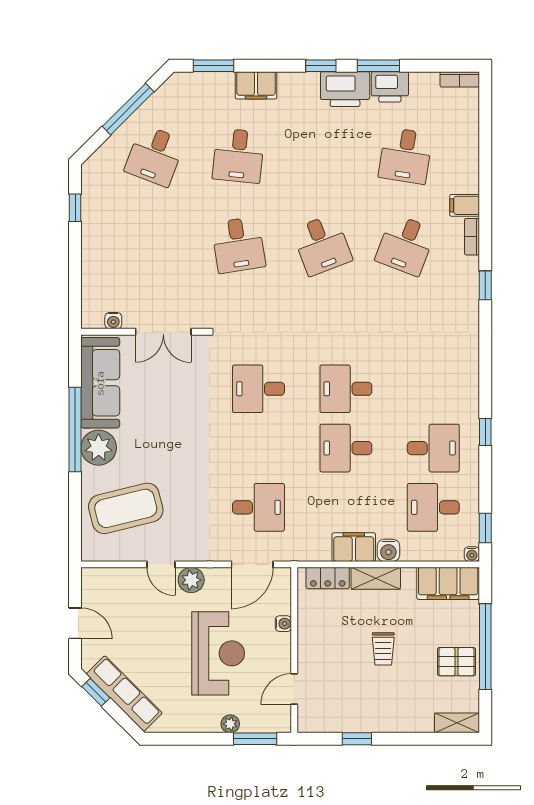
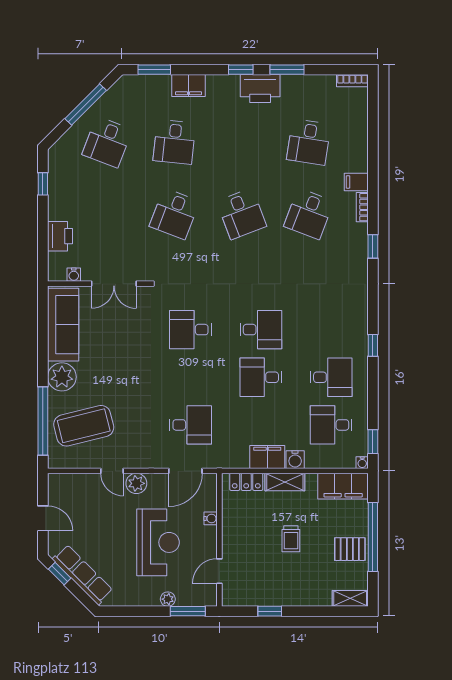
printer: (390, 87) -> (60, 236), moved, turned -90
desk: (238, 245) -> (174, 214), turned 30
desk: (346, 389) -> (261, 330), turned 180
window: (75, 429) -> (43, 421), moved
window: (485, 432) -> (373, 345), moved

